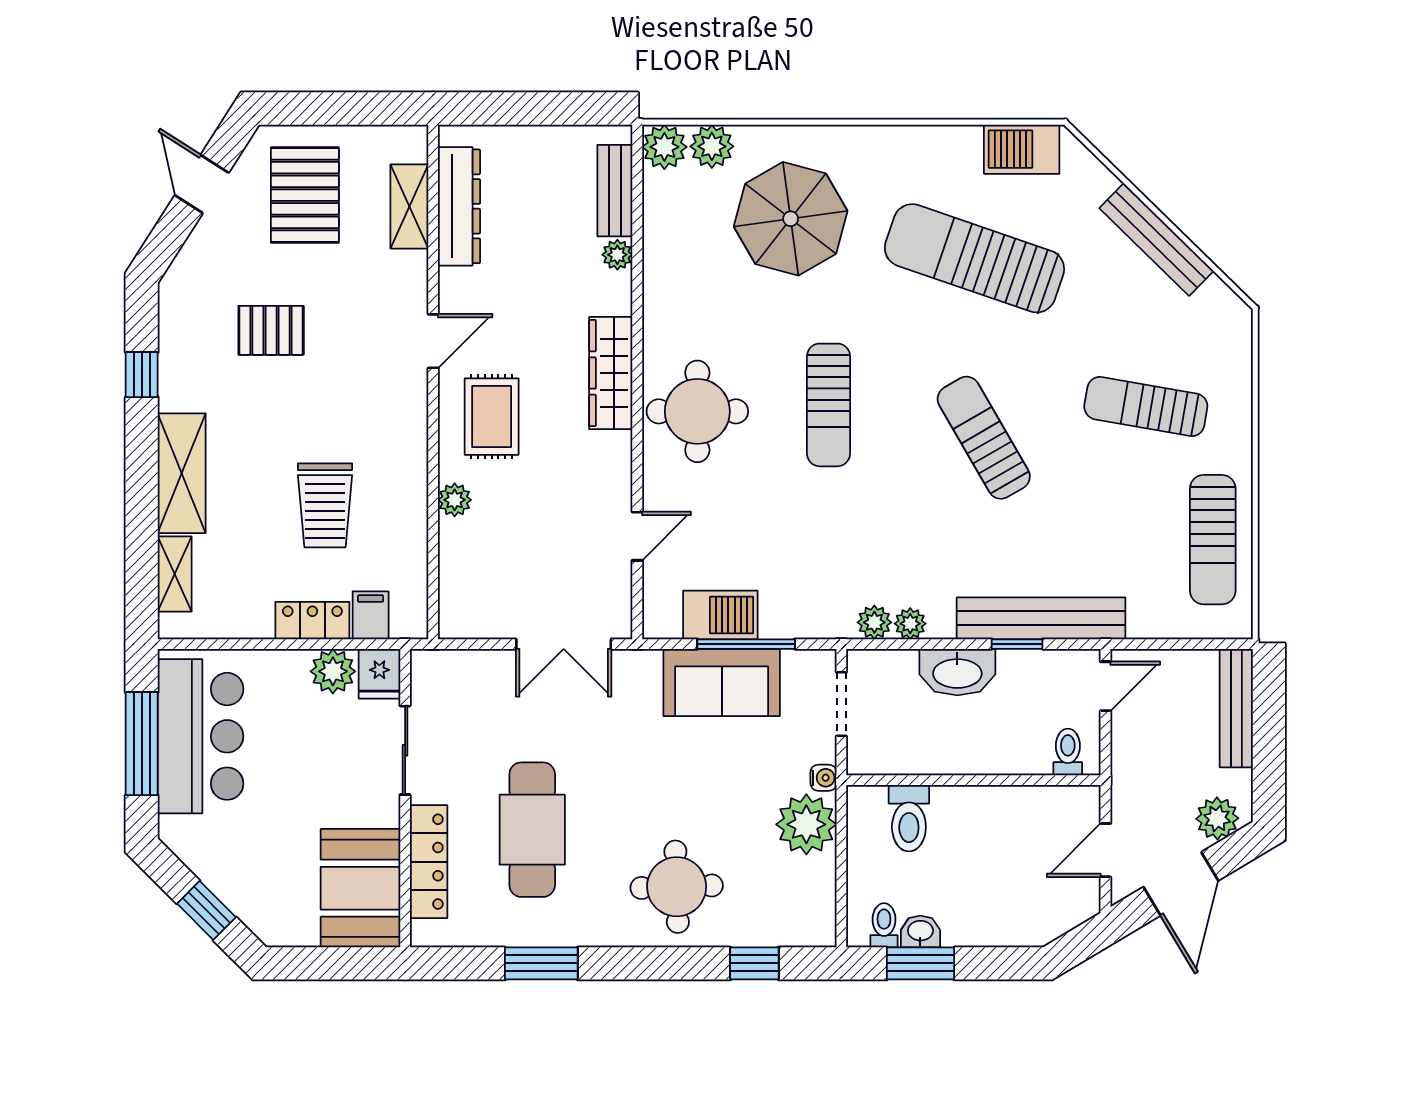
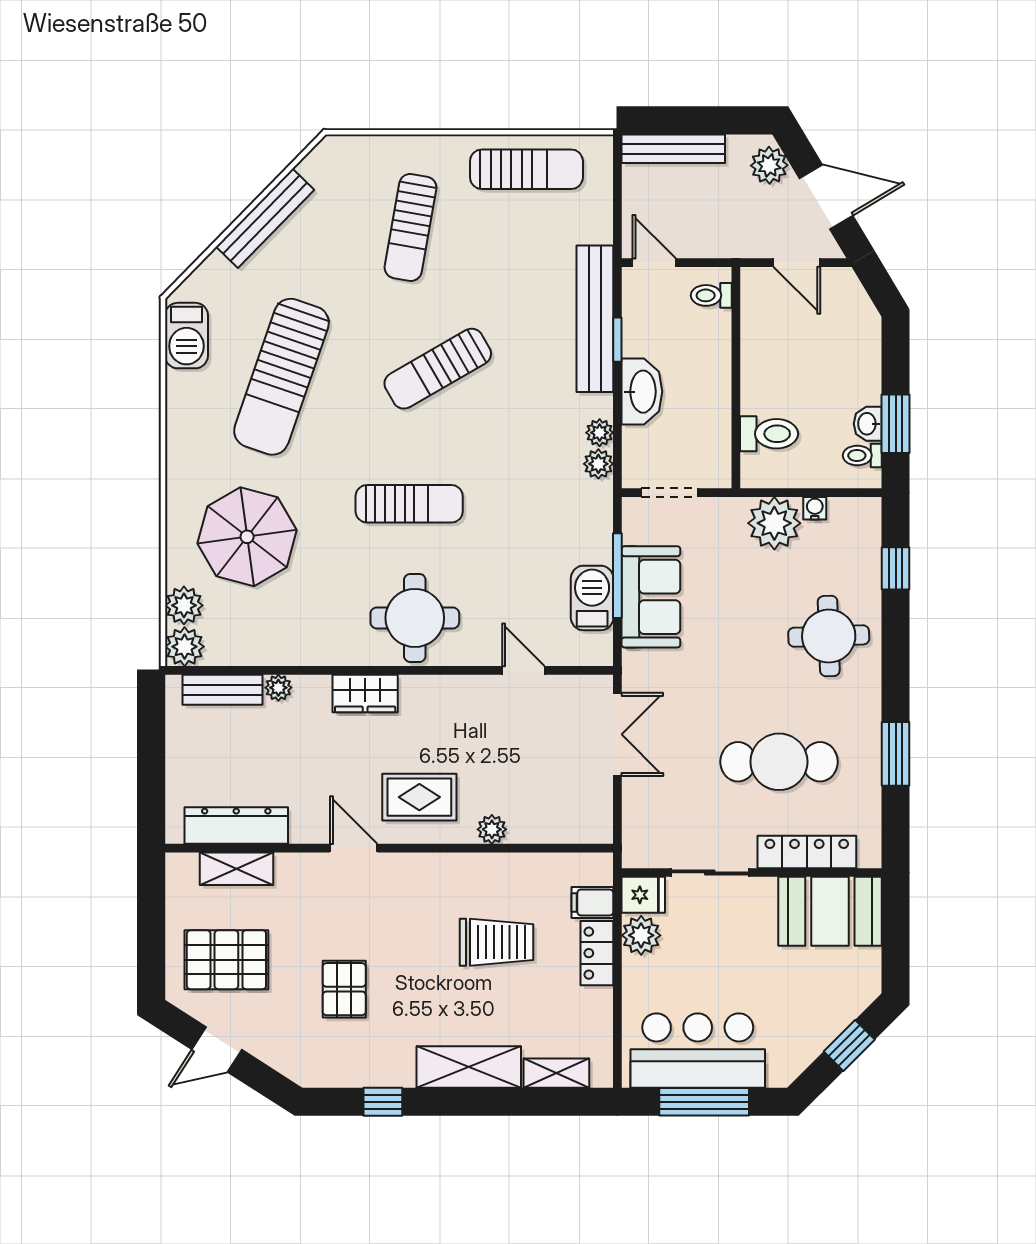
wardrobe: (611, 373) -> (365, 693), width x0.67
water cooler: (823, 778) -> (815, 508), moved

